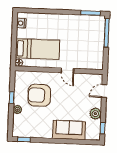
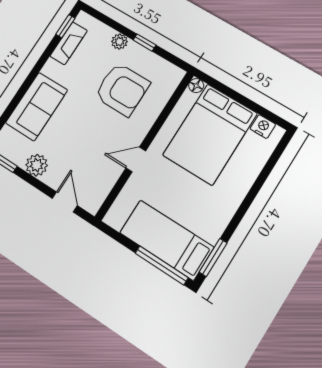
bed: (95, 37) -> (167, 240), added
bed: (37, 49) -> (210, 134), width x1.50
armchair: (39, 95) -> (122, 89), turned 90
fireplace: (31, 133) -> (69, 43), added

